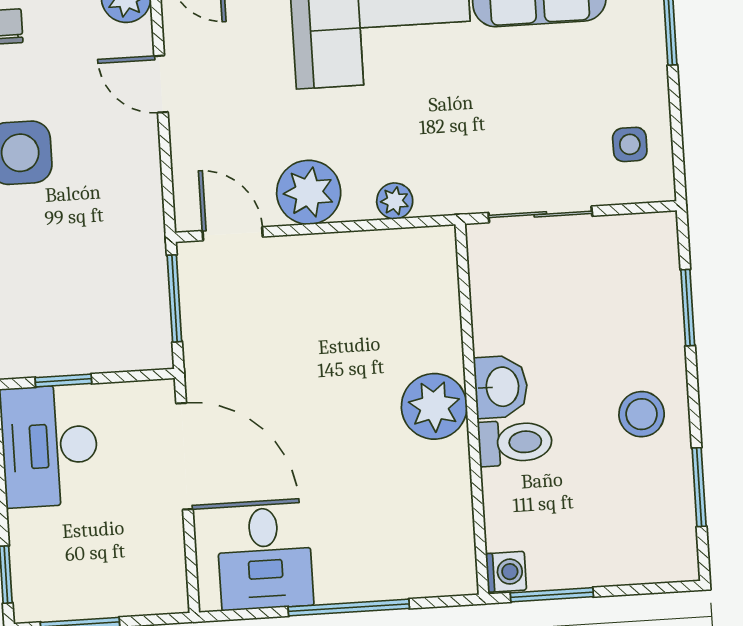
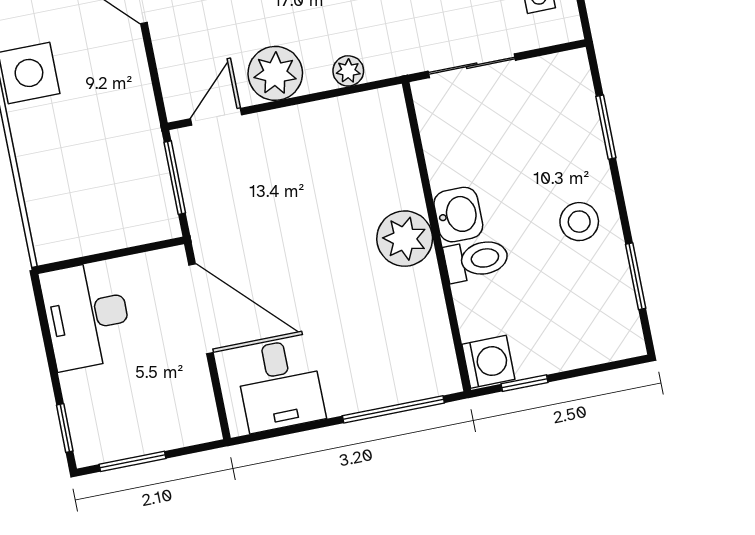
door: (233, 234) -> (216, 117), hinge flipped
window: (63, 381) -> (91, 259), removed
washing machine: (506, 572) -> (488, 362), width x1.38, depth x1.38
window: (552, 595) -> (525, 383), width x0.67
window: (349, 608) -> (393, 409), moved

